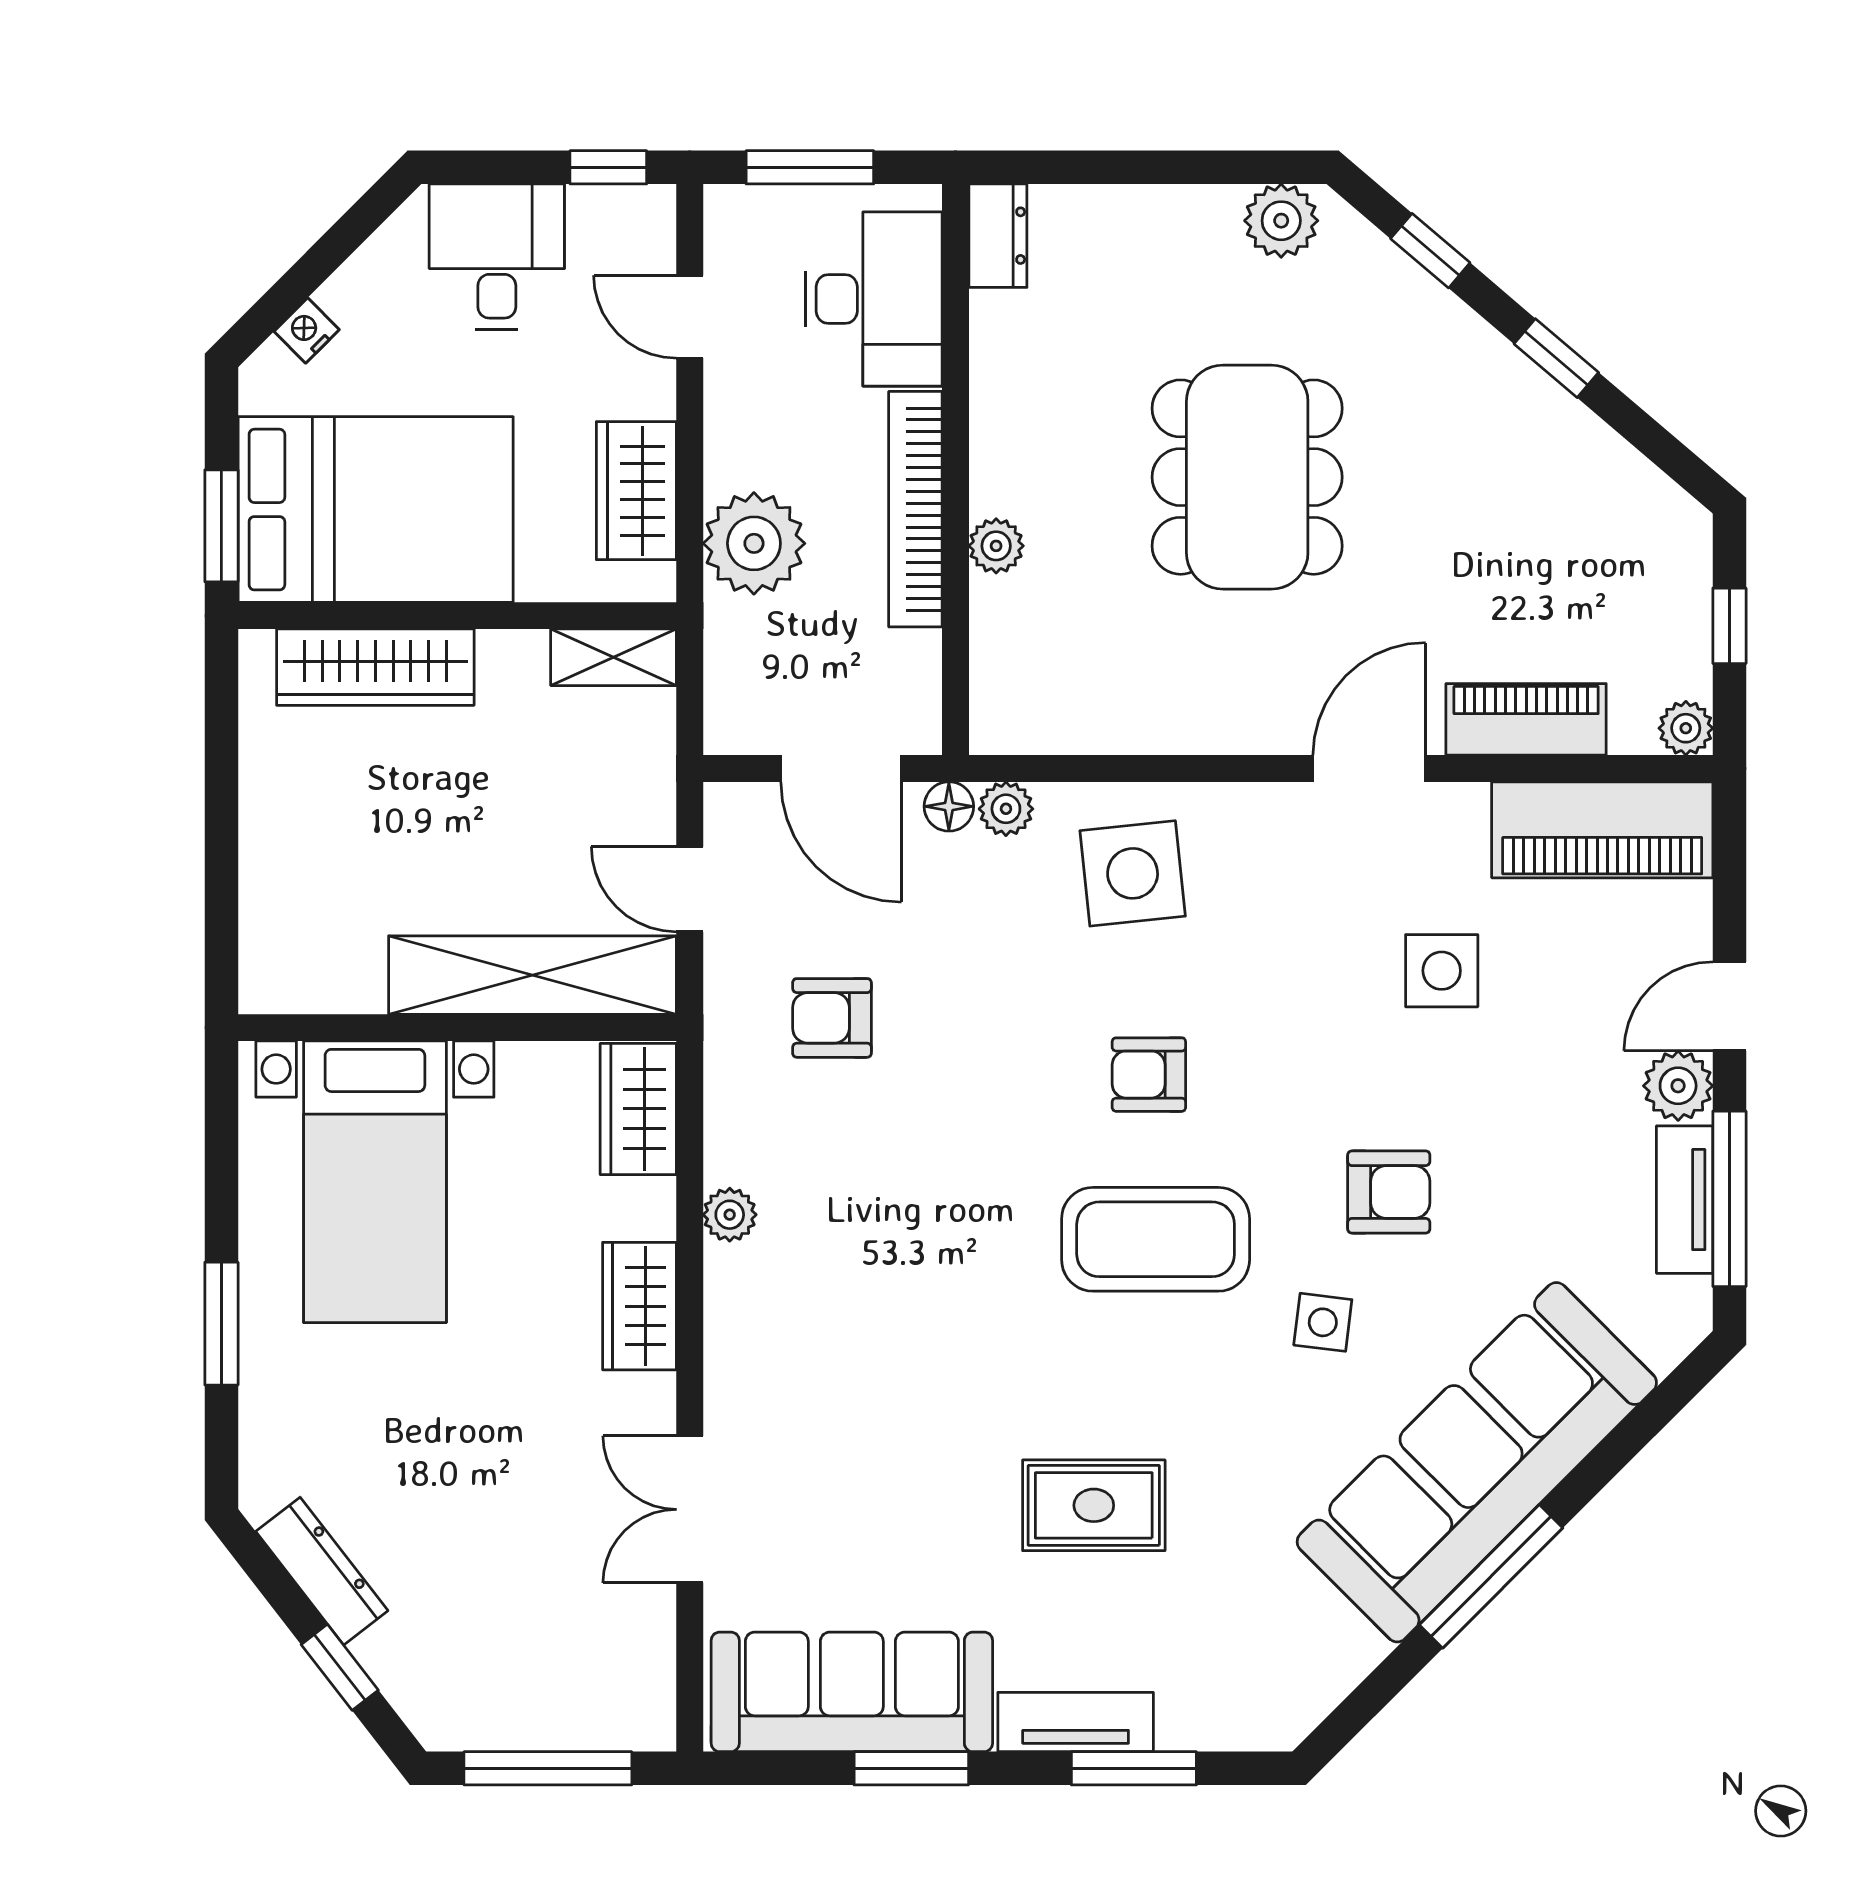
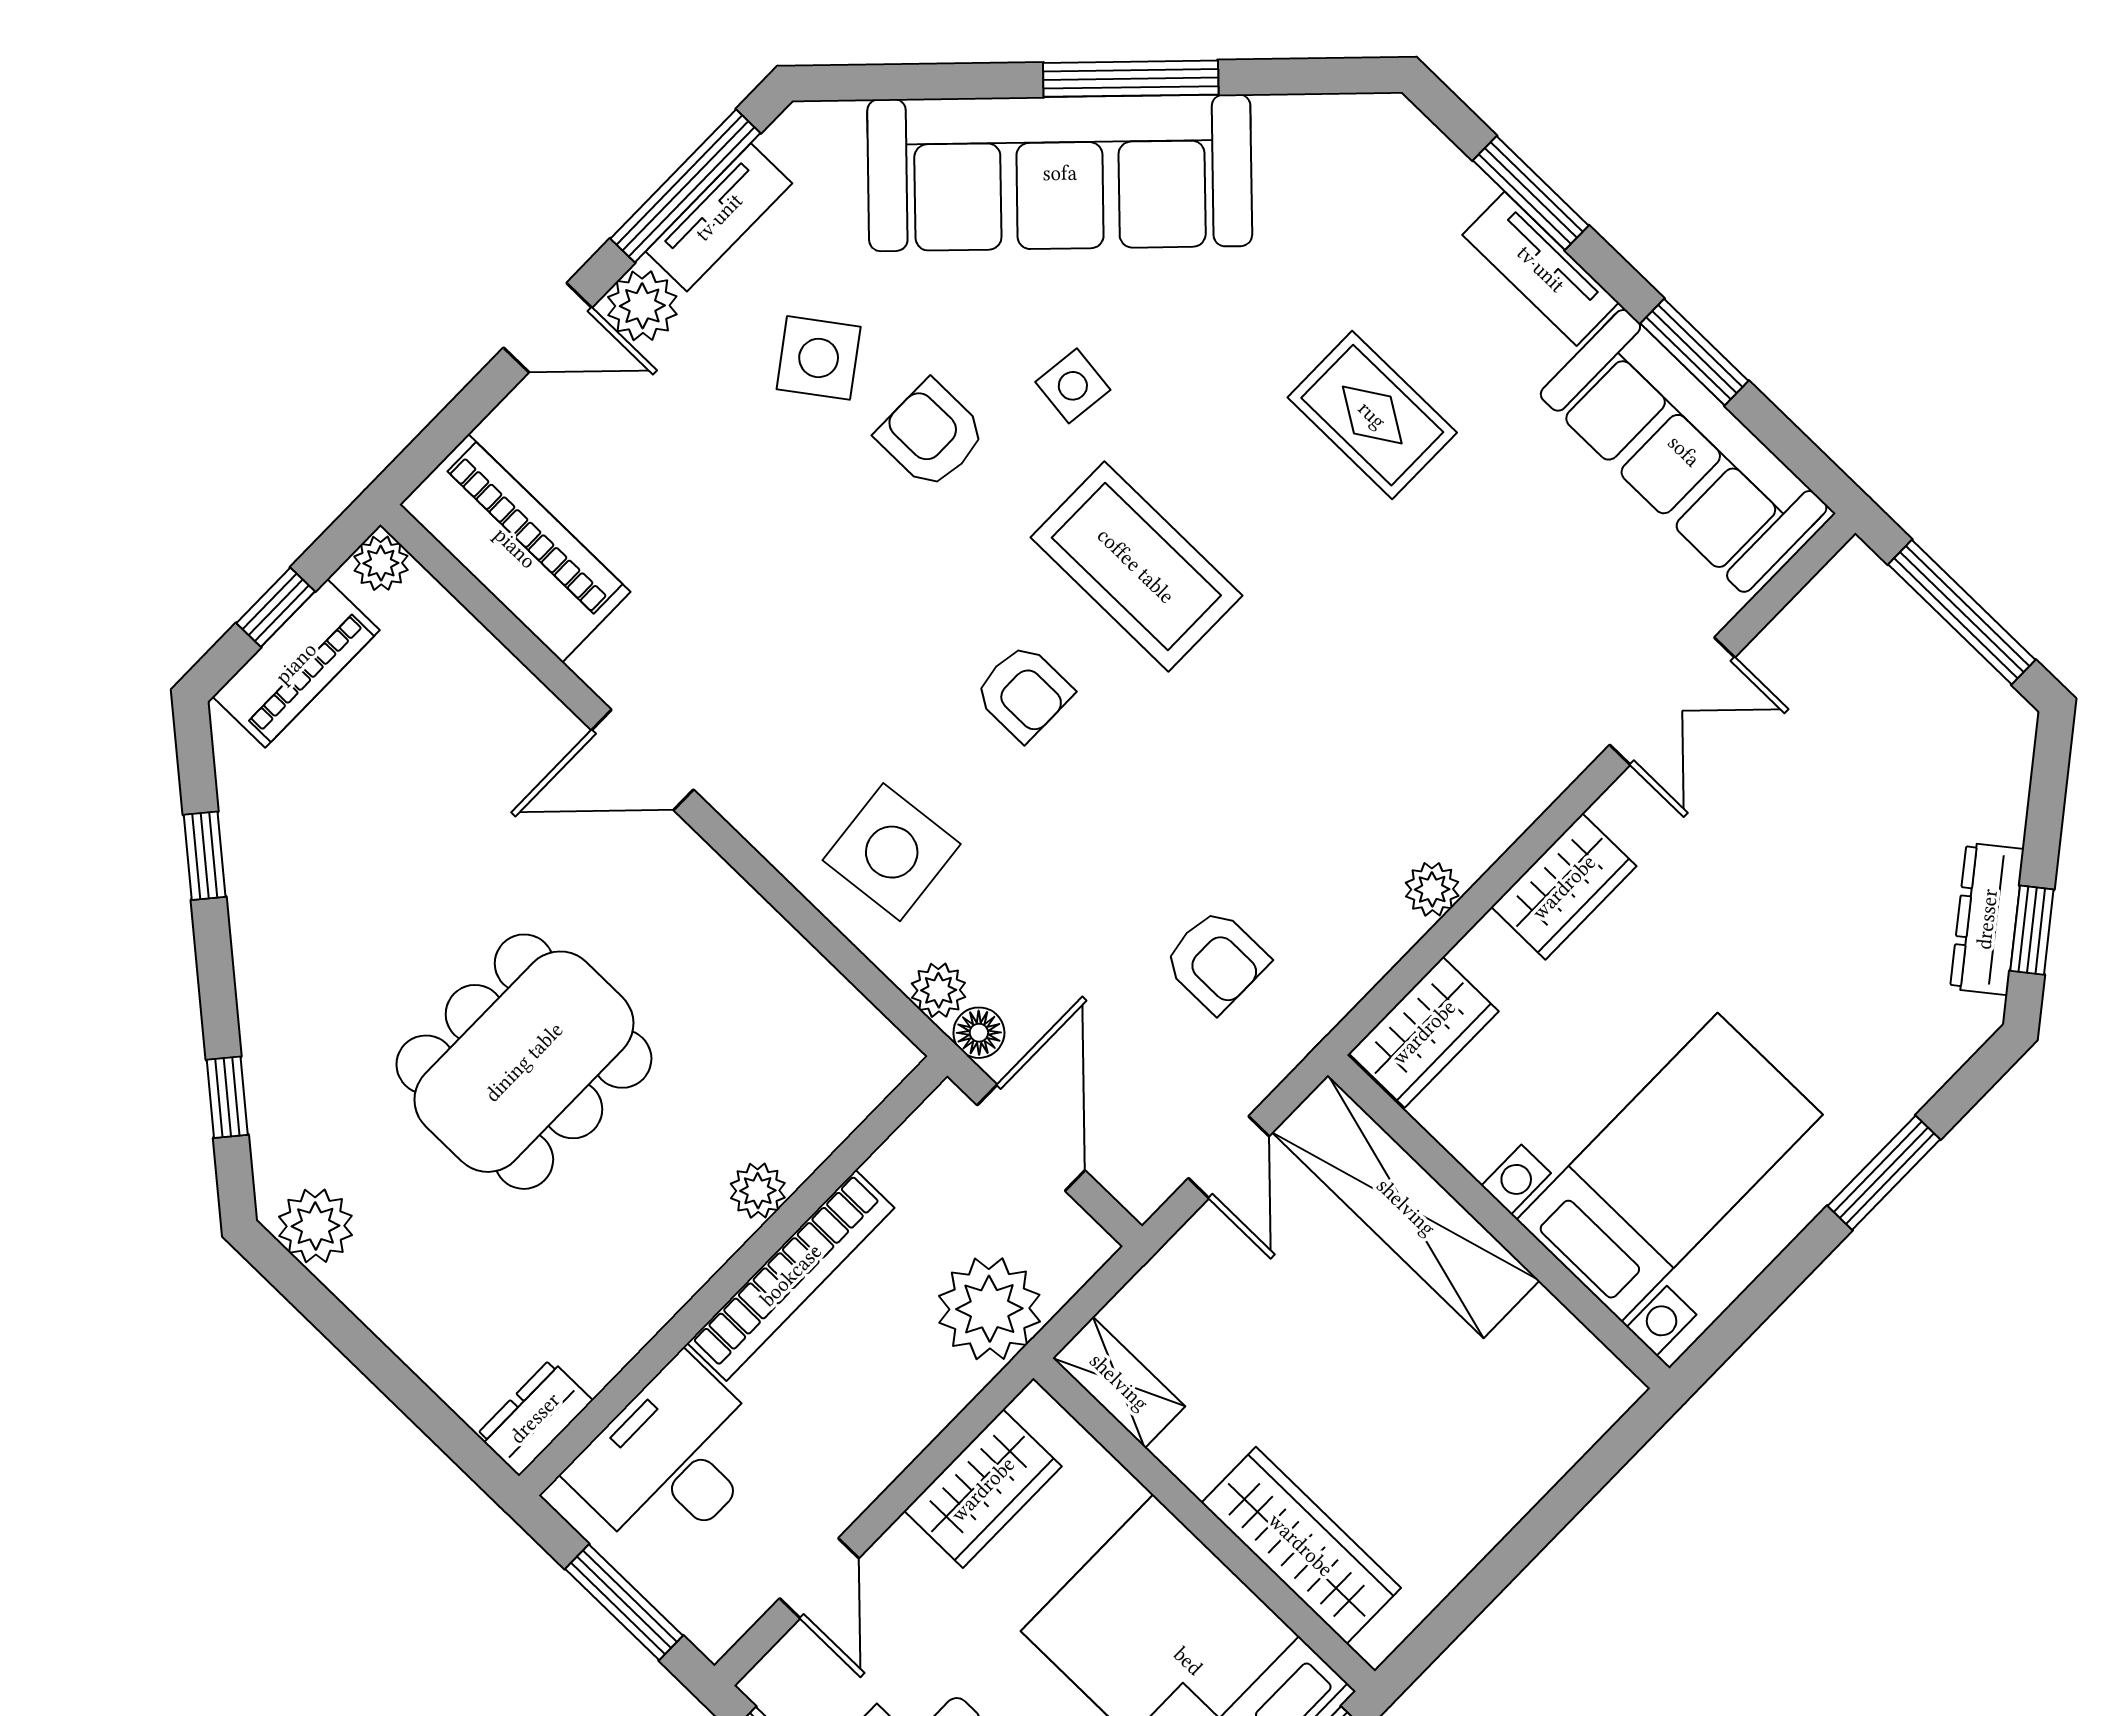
window: (1556, 358) -> (205, 856), moved
plant: (754, 543) -> (989, 1309), moved
piano: (1526, 719) -> (296, 663), moved, turned -90
side table: (1442, 971) -> (819, 358), moved, turned -36
window: (340, 1667) -> (2032, 930), moved

